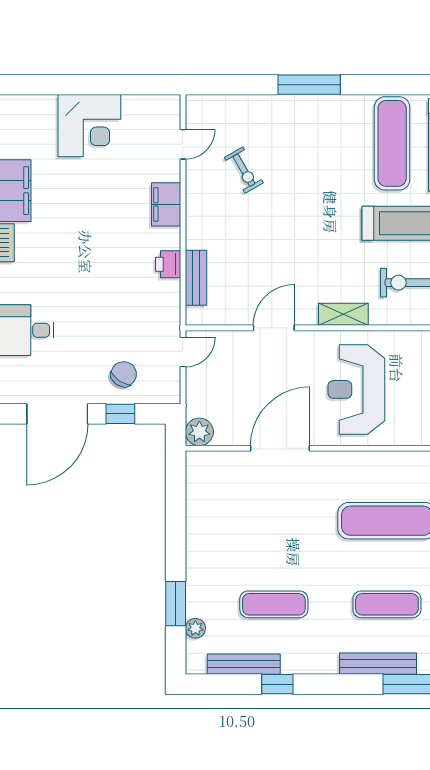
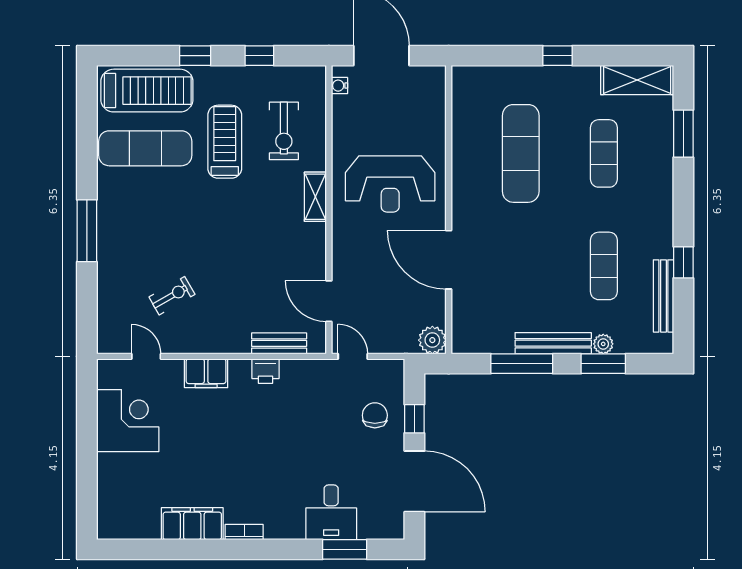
corner desk: (89, 126) -> (128, 421), moved
door: (274, 328) -> (329, 301), moved
chair: (124, 374) -> (375, 415), turned 56
window: (176, 522) -> (522, 364), added
plant: (195, 628) -> (603, 344), moved
bench: (378, 664) -> (553, 343), moved, turned 90

